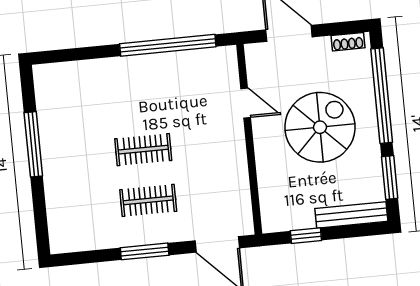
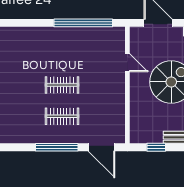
window: (145, 251) -> (57, 147), width x1.44

